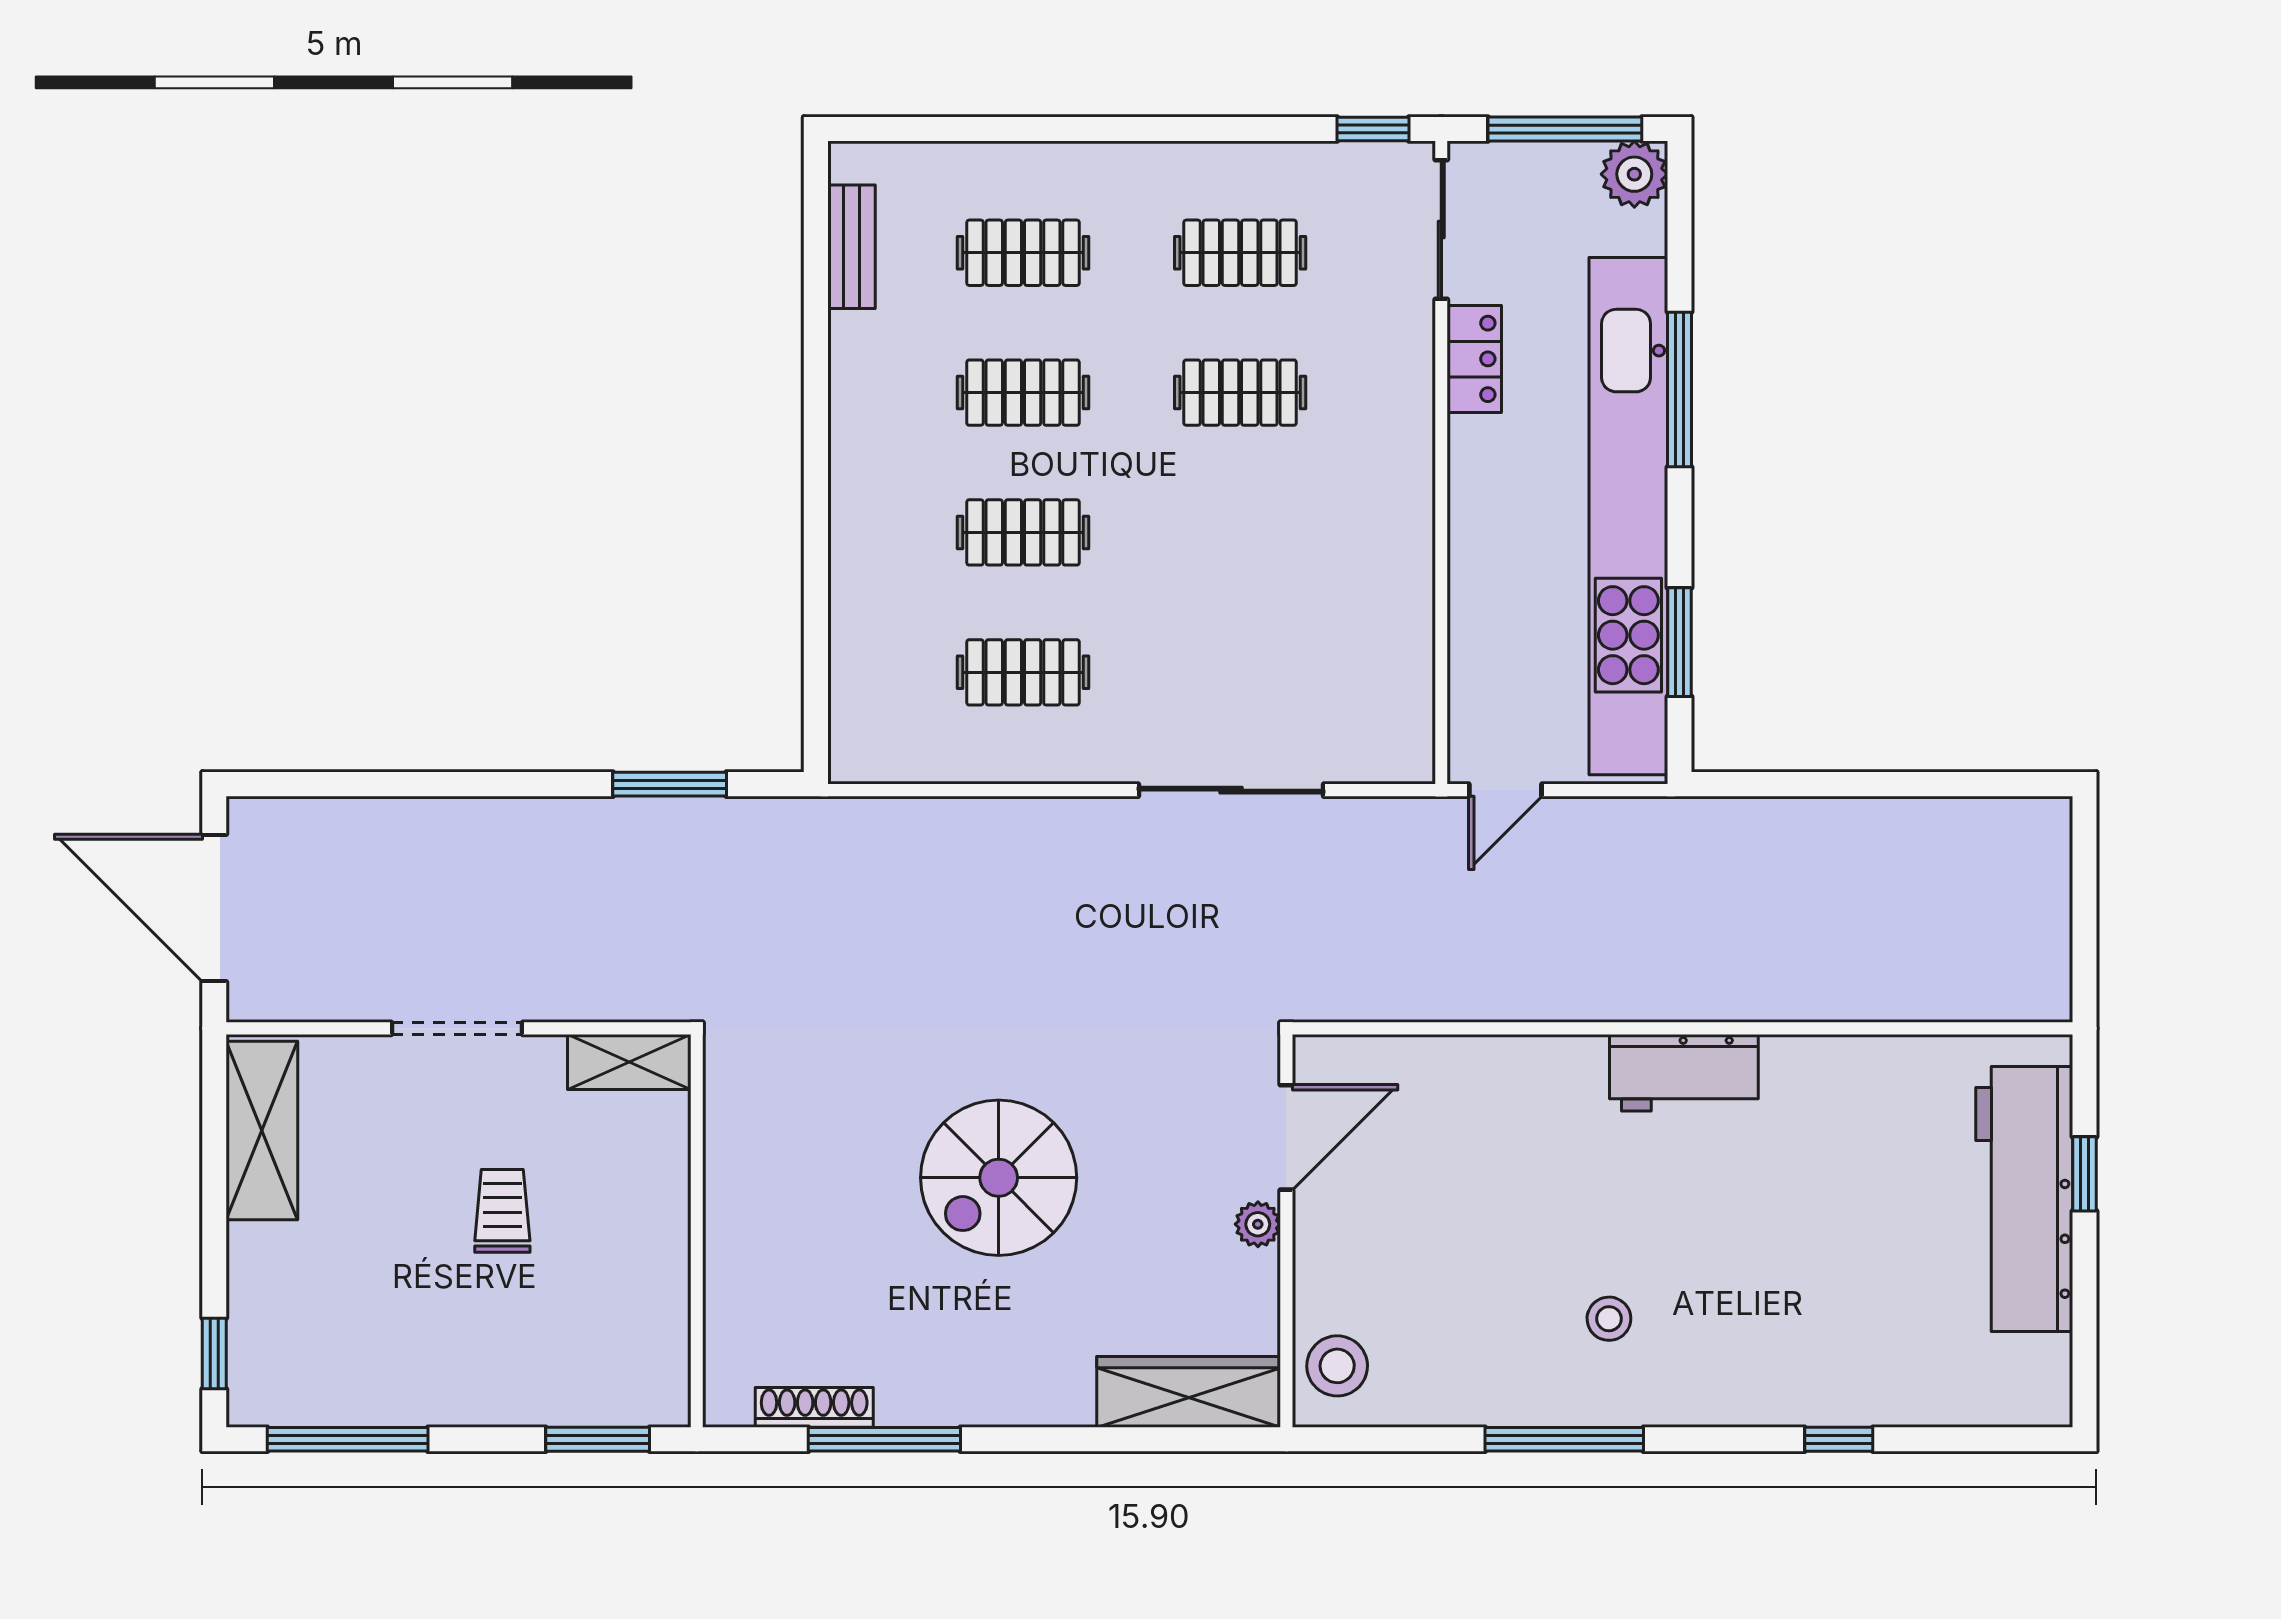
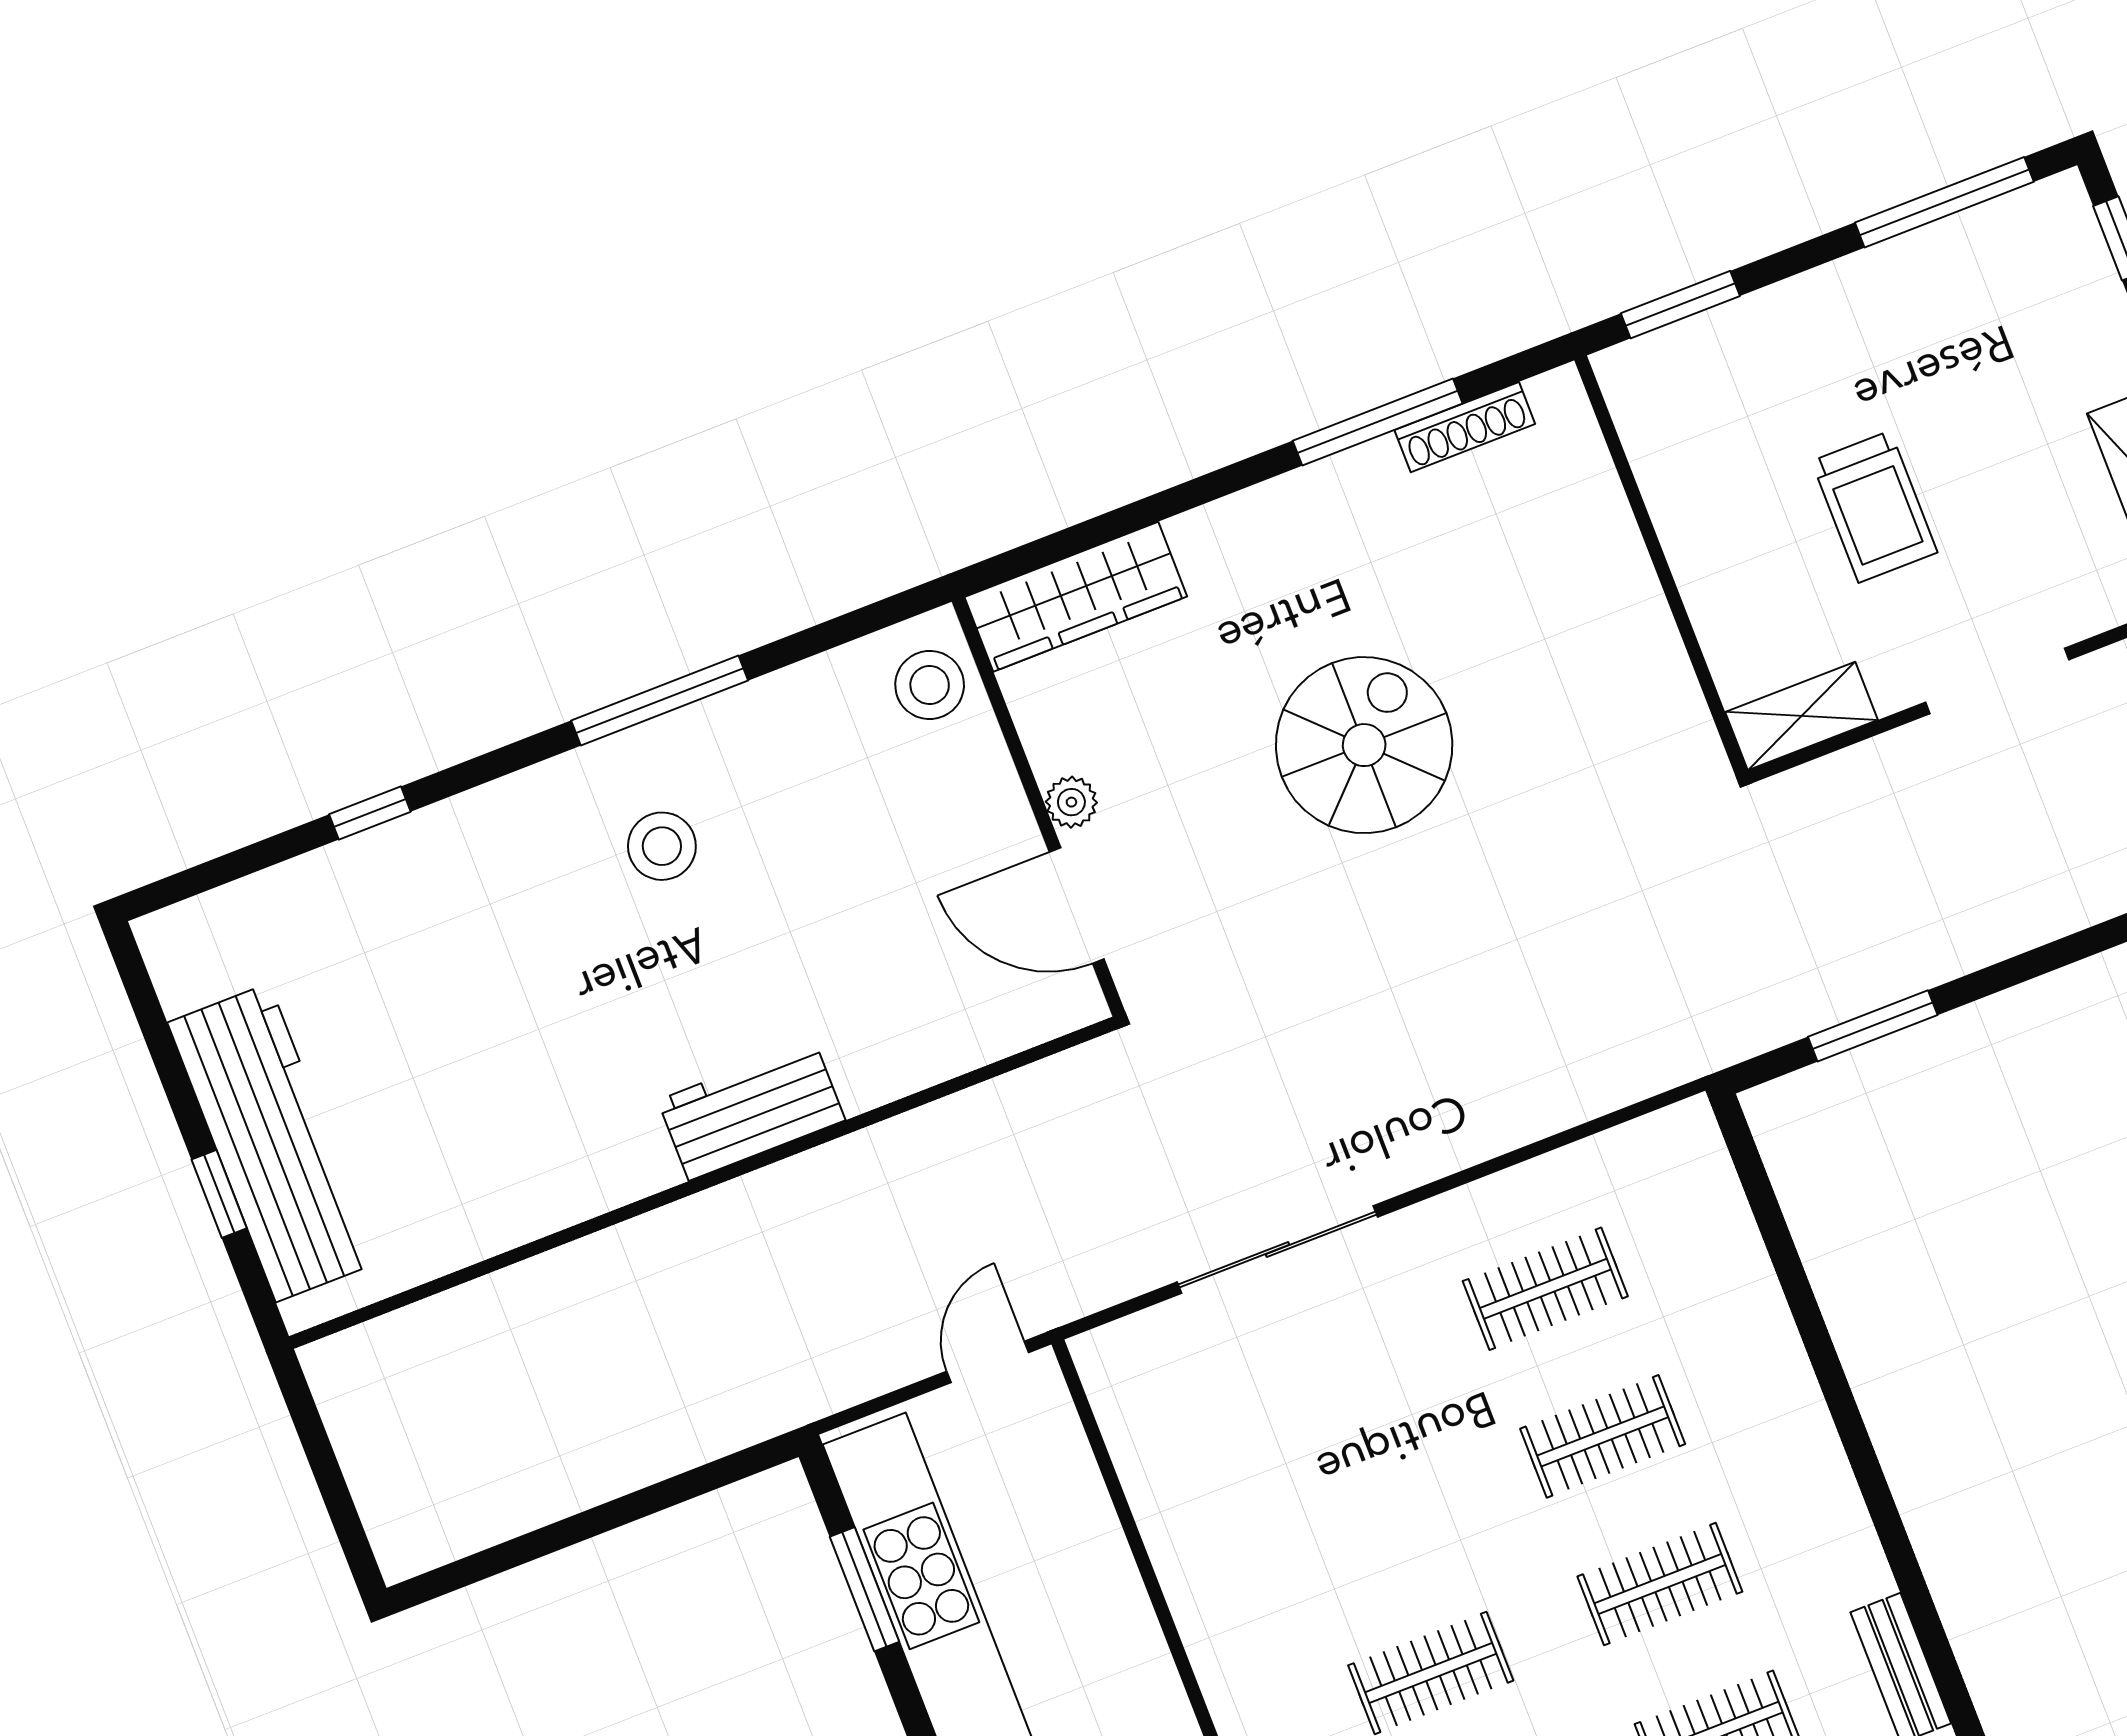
workbench: (1684, 1073) -> (751, 1110), moved
door: (1286, 1137) -> (1077, 906), hinge flipped
trolley: (502, 1211) -> (1875, 507), width x1.36, depth x1.39
stool: (1609, 1319) -> (662, 846), width x1.37, depth x1.37

